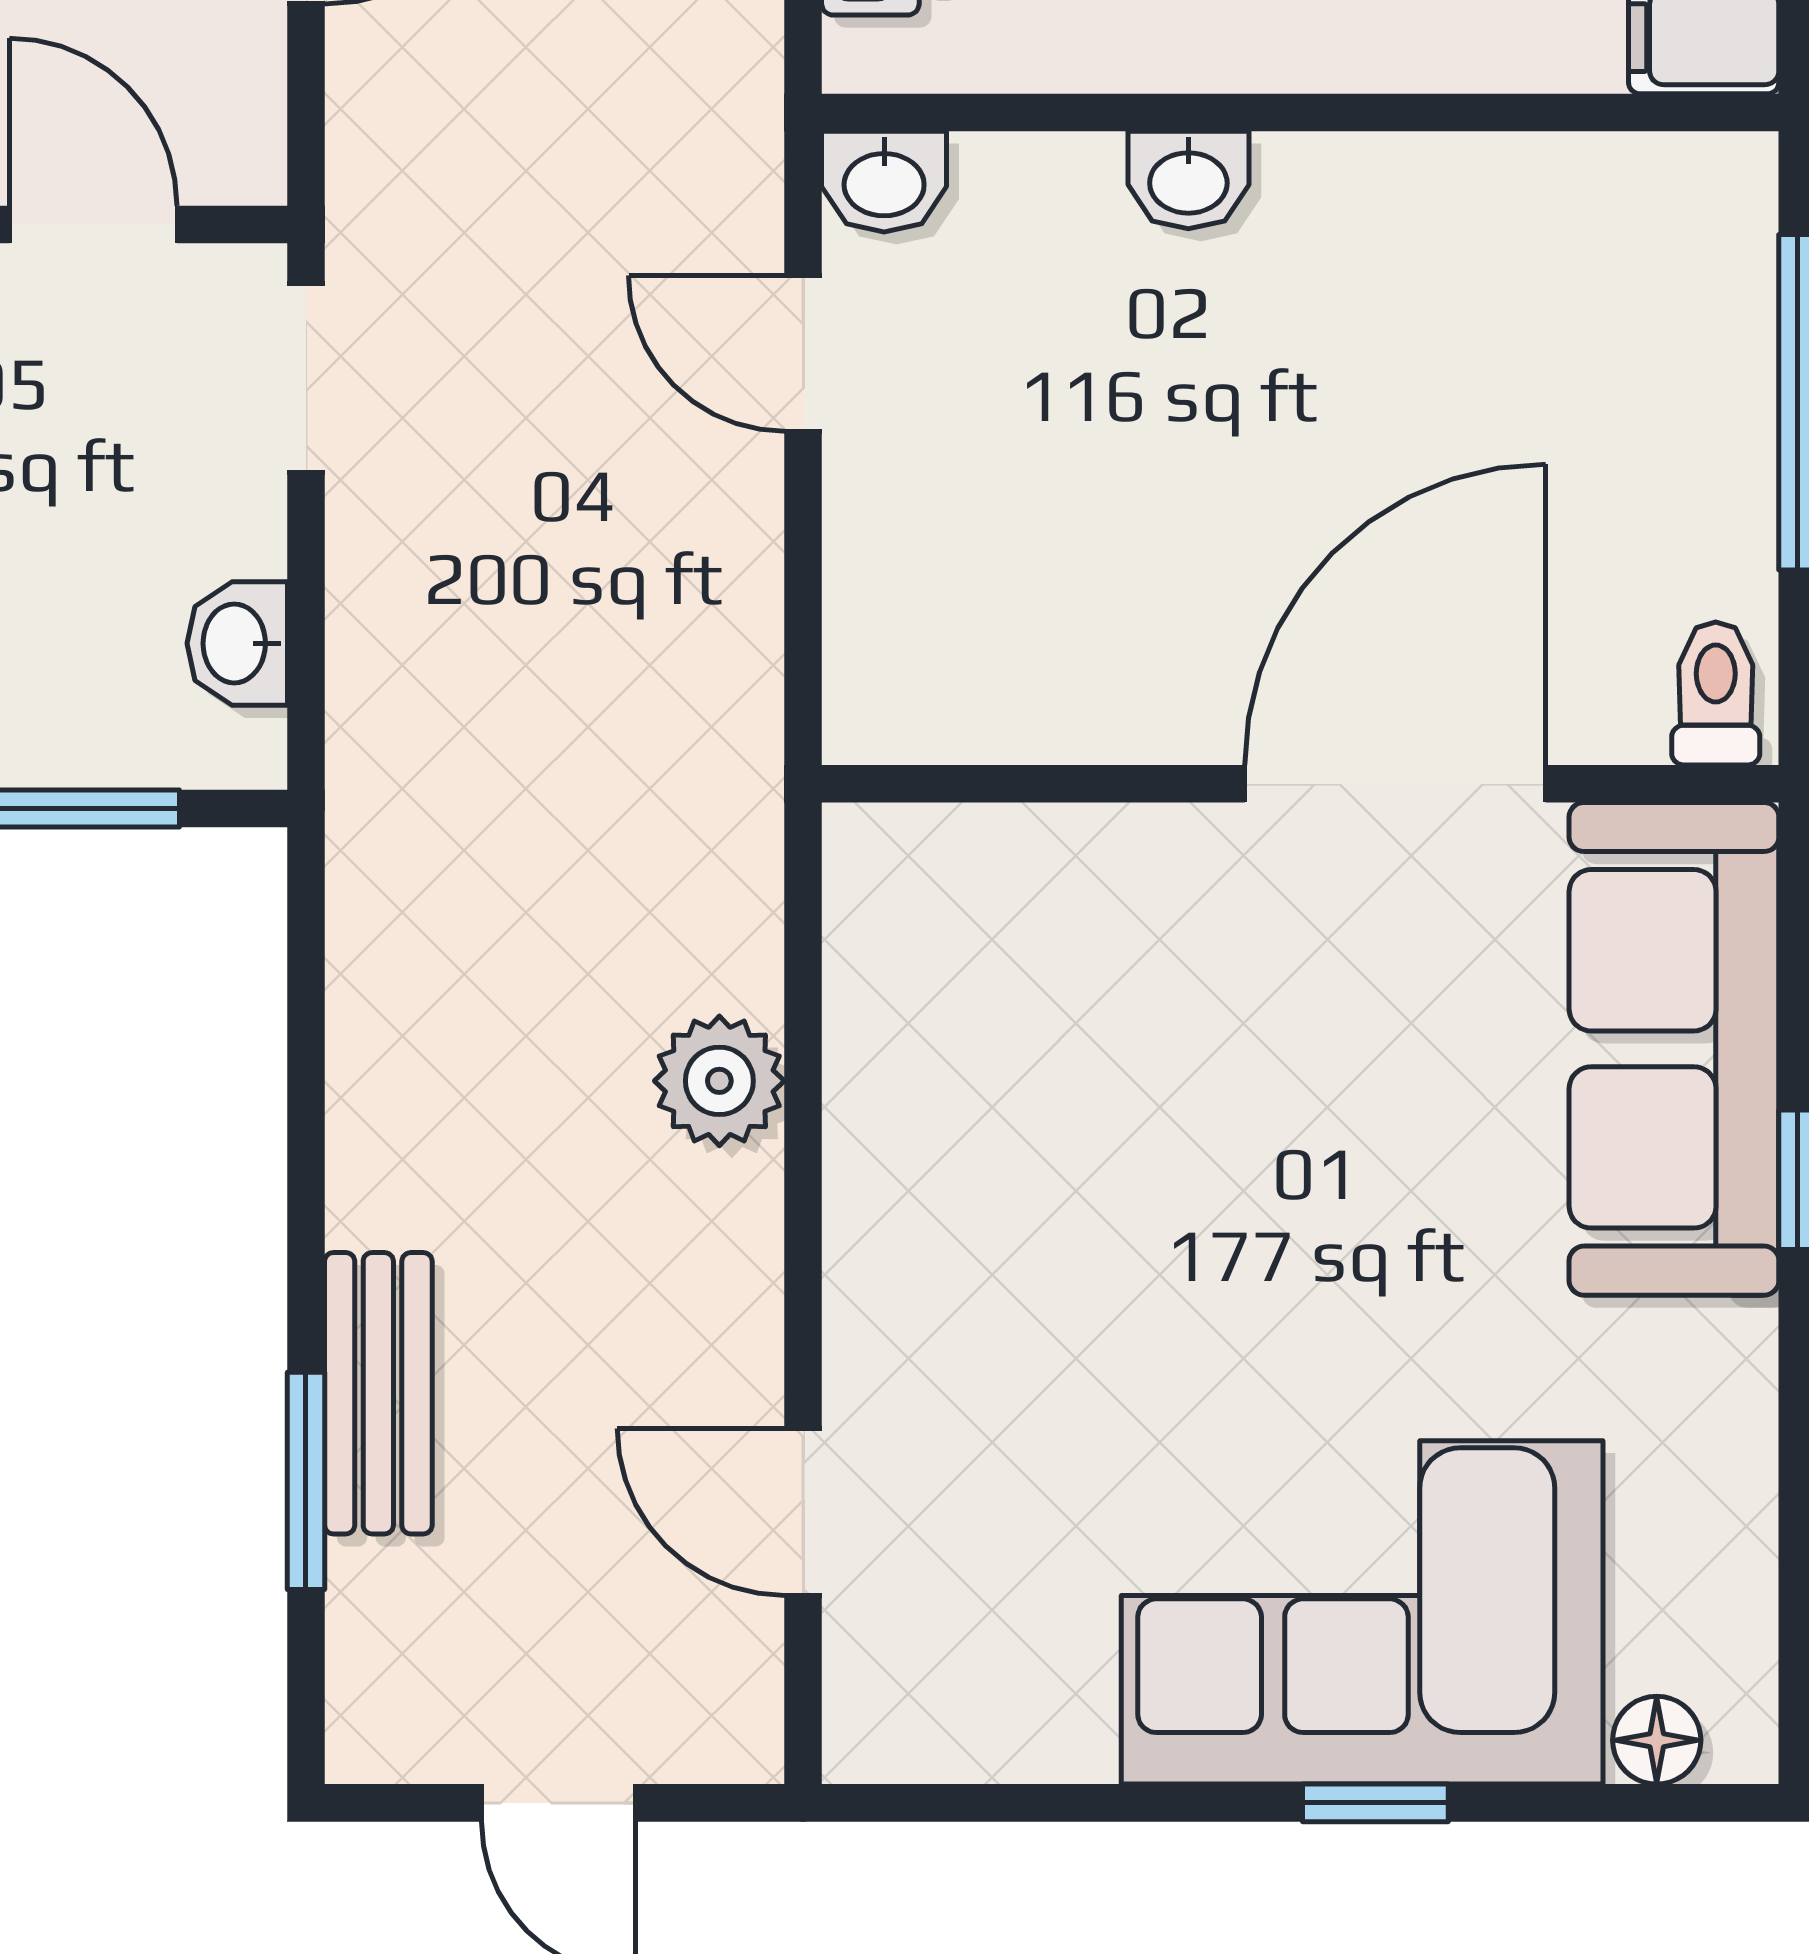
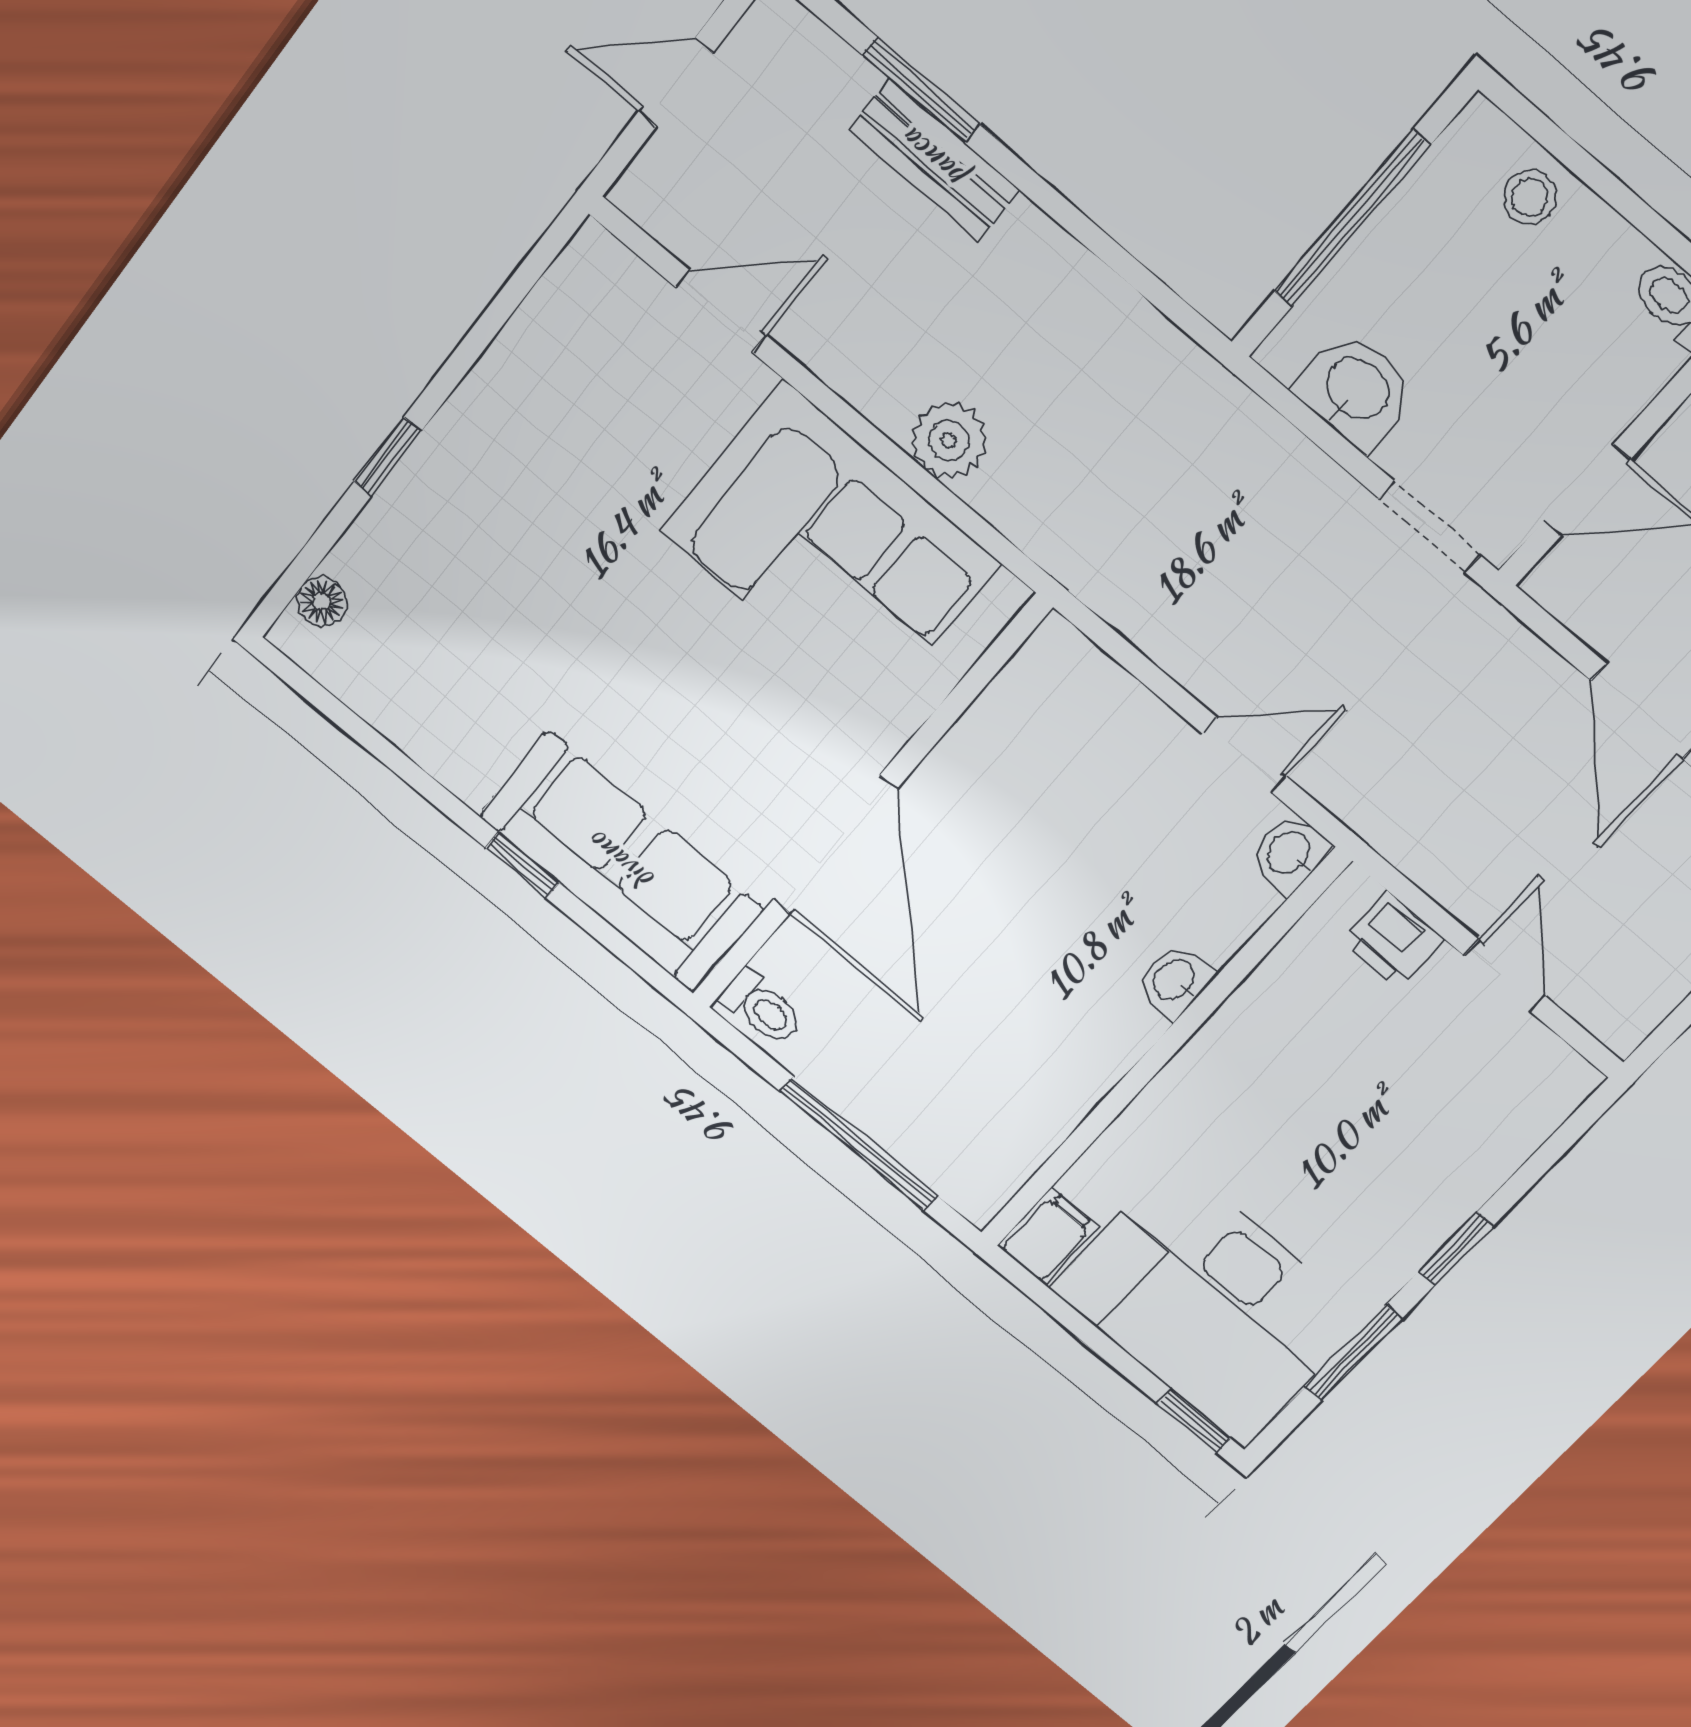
washbasin: (237, 643) -> (1356, 390), width x1.38, depth x1.45
corner sofa: (1362, 1612) -> (829, 547), moved, turned 90

